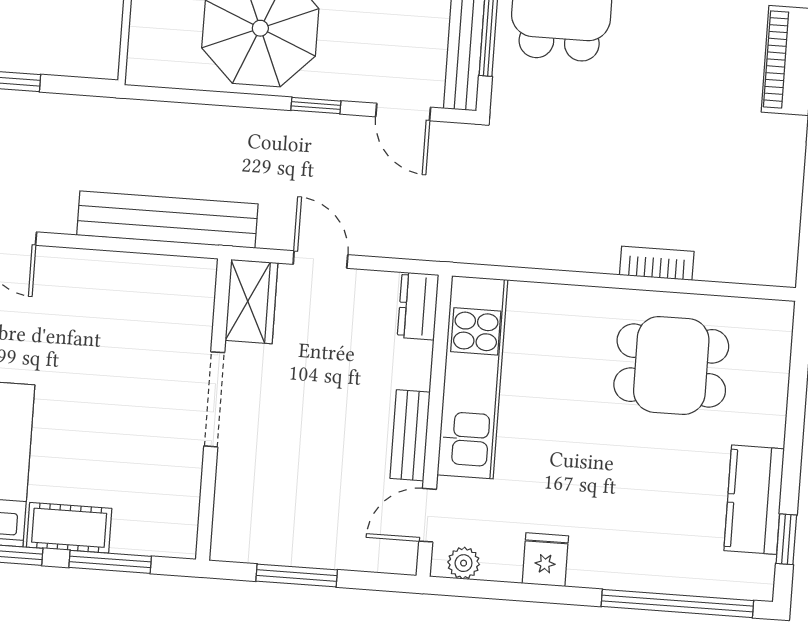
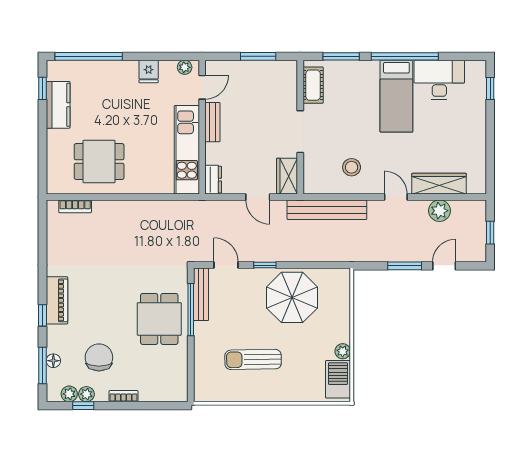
bookcase: (657, 263) -> (75, 206), moved
stool: (105, 311) -> (352, 167), added
cot: (69, 528) -> (313, 85), moved, turned 90

